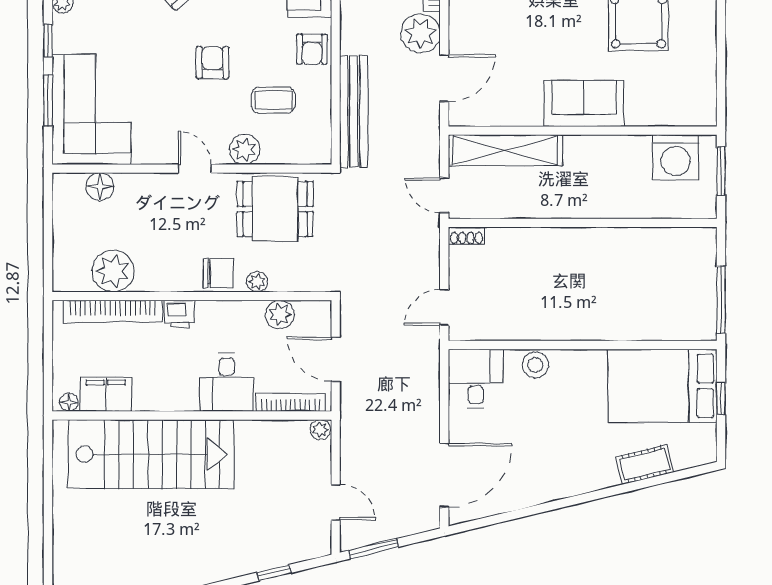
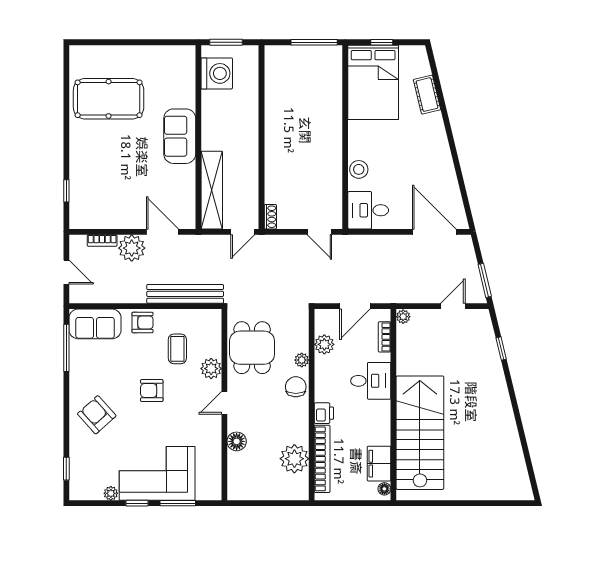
corner sofa: (91, 109) -> (157, 473), moved
floor lamp: (100, 187) -> (237, 441), moved
bookcase: (291, 403) -> (385, 337), width x0.64

